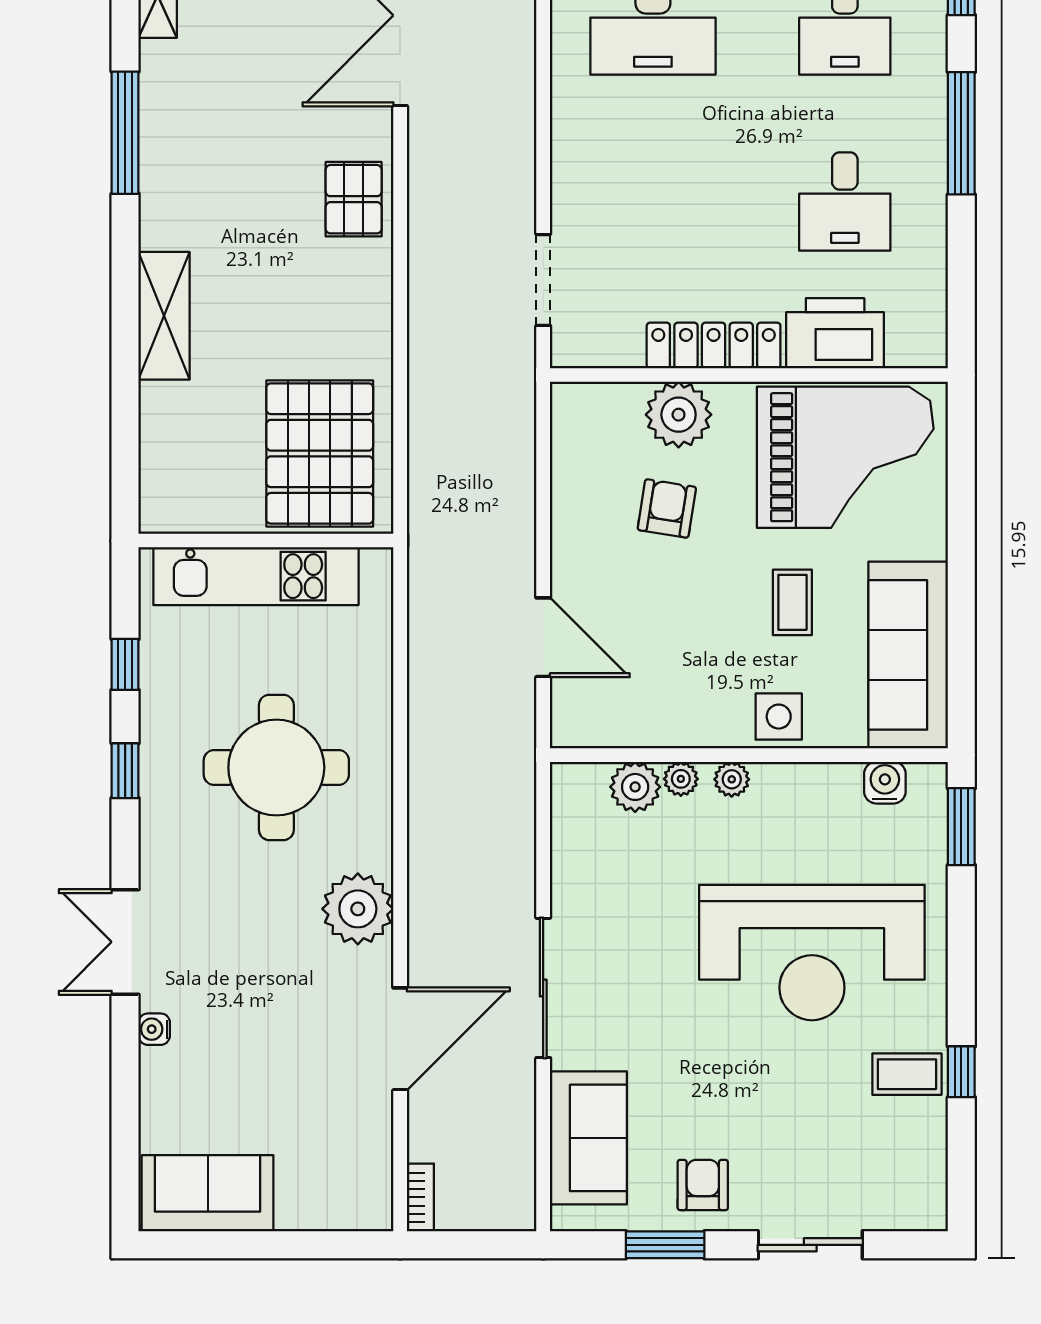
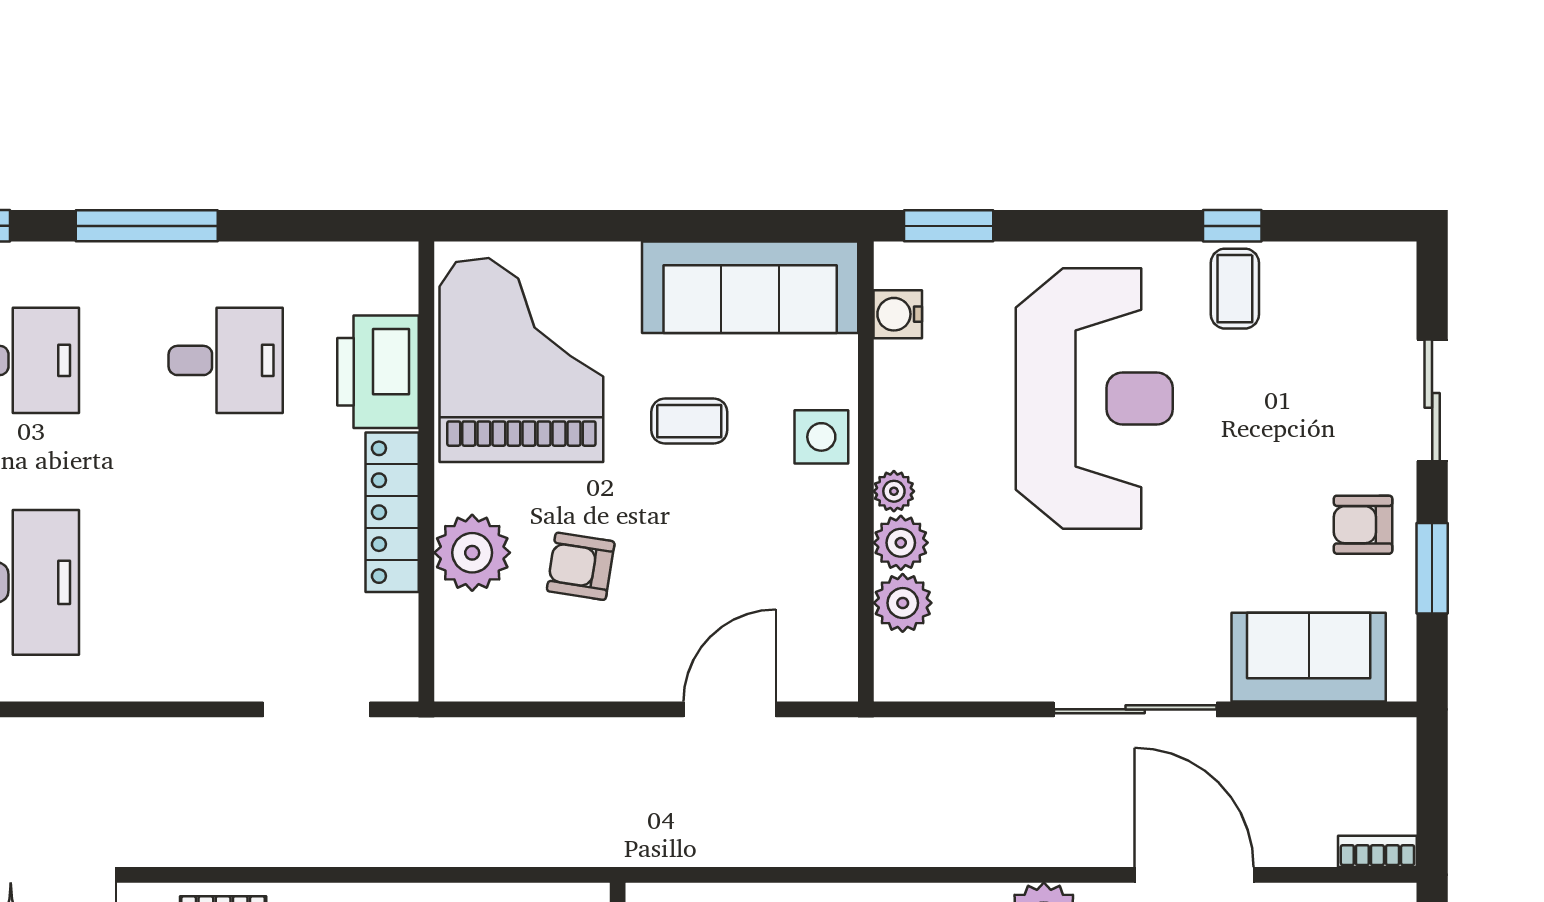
plant: (681, 779) -> (901, 543), width x1.38, depth x1.38

